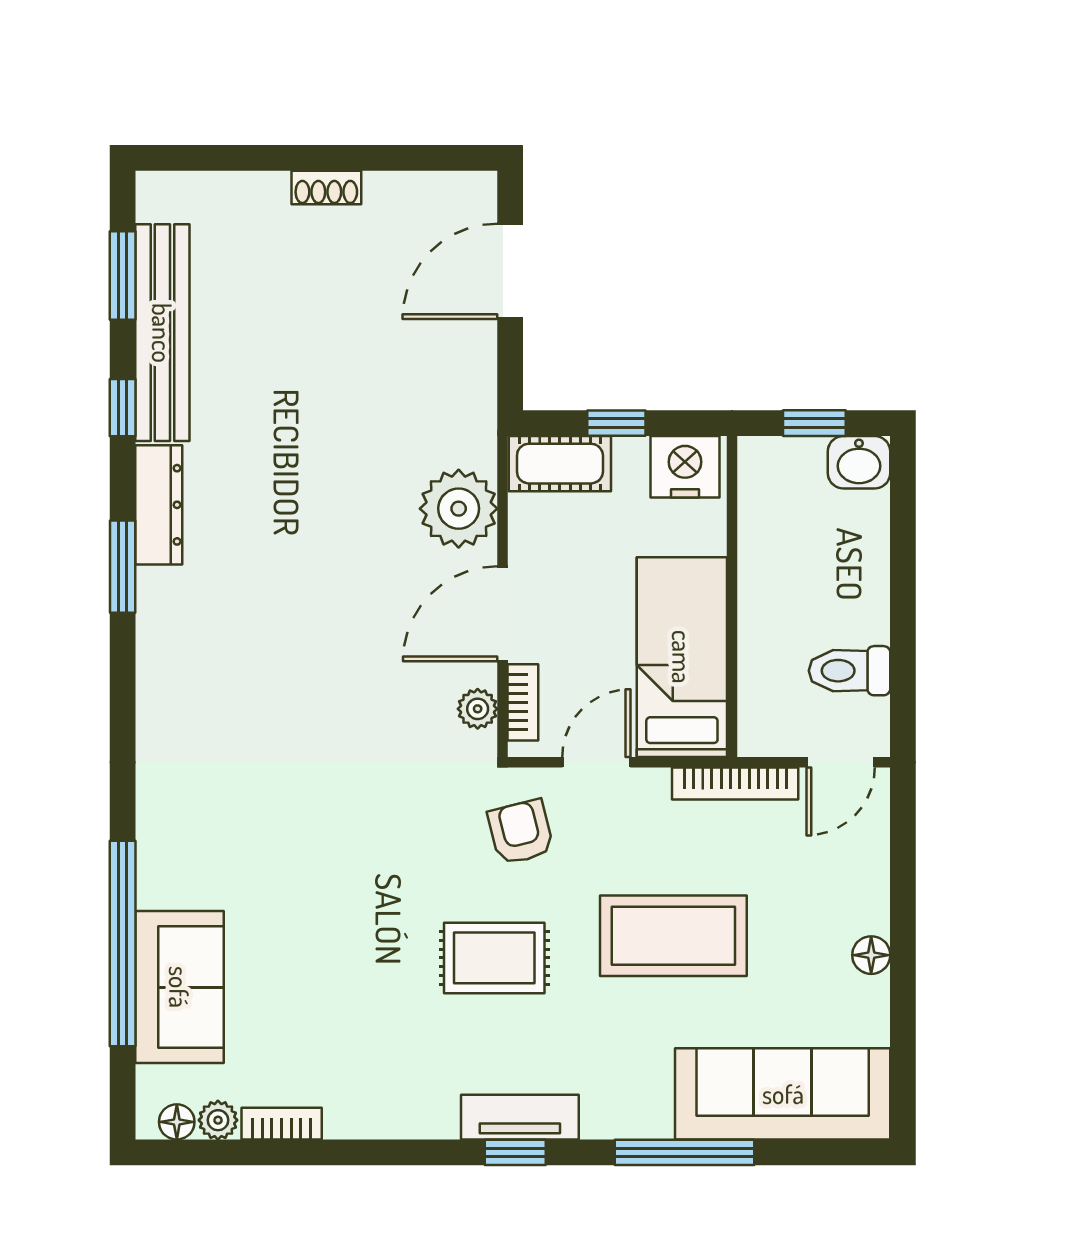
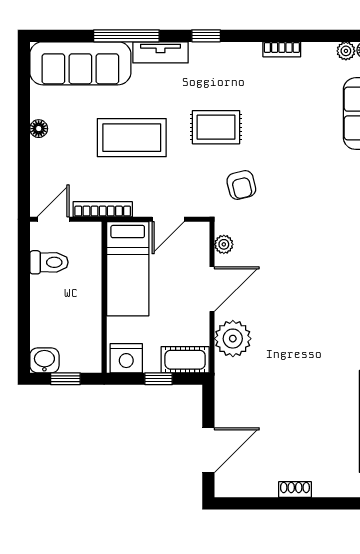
bookcase: (523, 702) -> (202, 247), removed
armchair: (521, 832) -> (241, 185), moved
tv unit: (520, 1117) -> (161, 52), moved
bookcase: (282, 1124) -> (282, 49), moved

